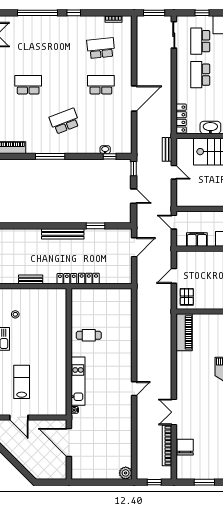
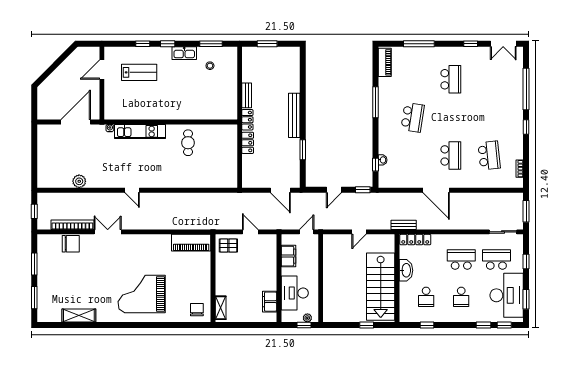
school desk: (65, 121) -> (413, 117), turned 30
bench: (167, 149) -> (404, 225), moved
bench: (31, 279) -> (247, 95), moved
plant: (126, 473) -> (79, 181), moved

